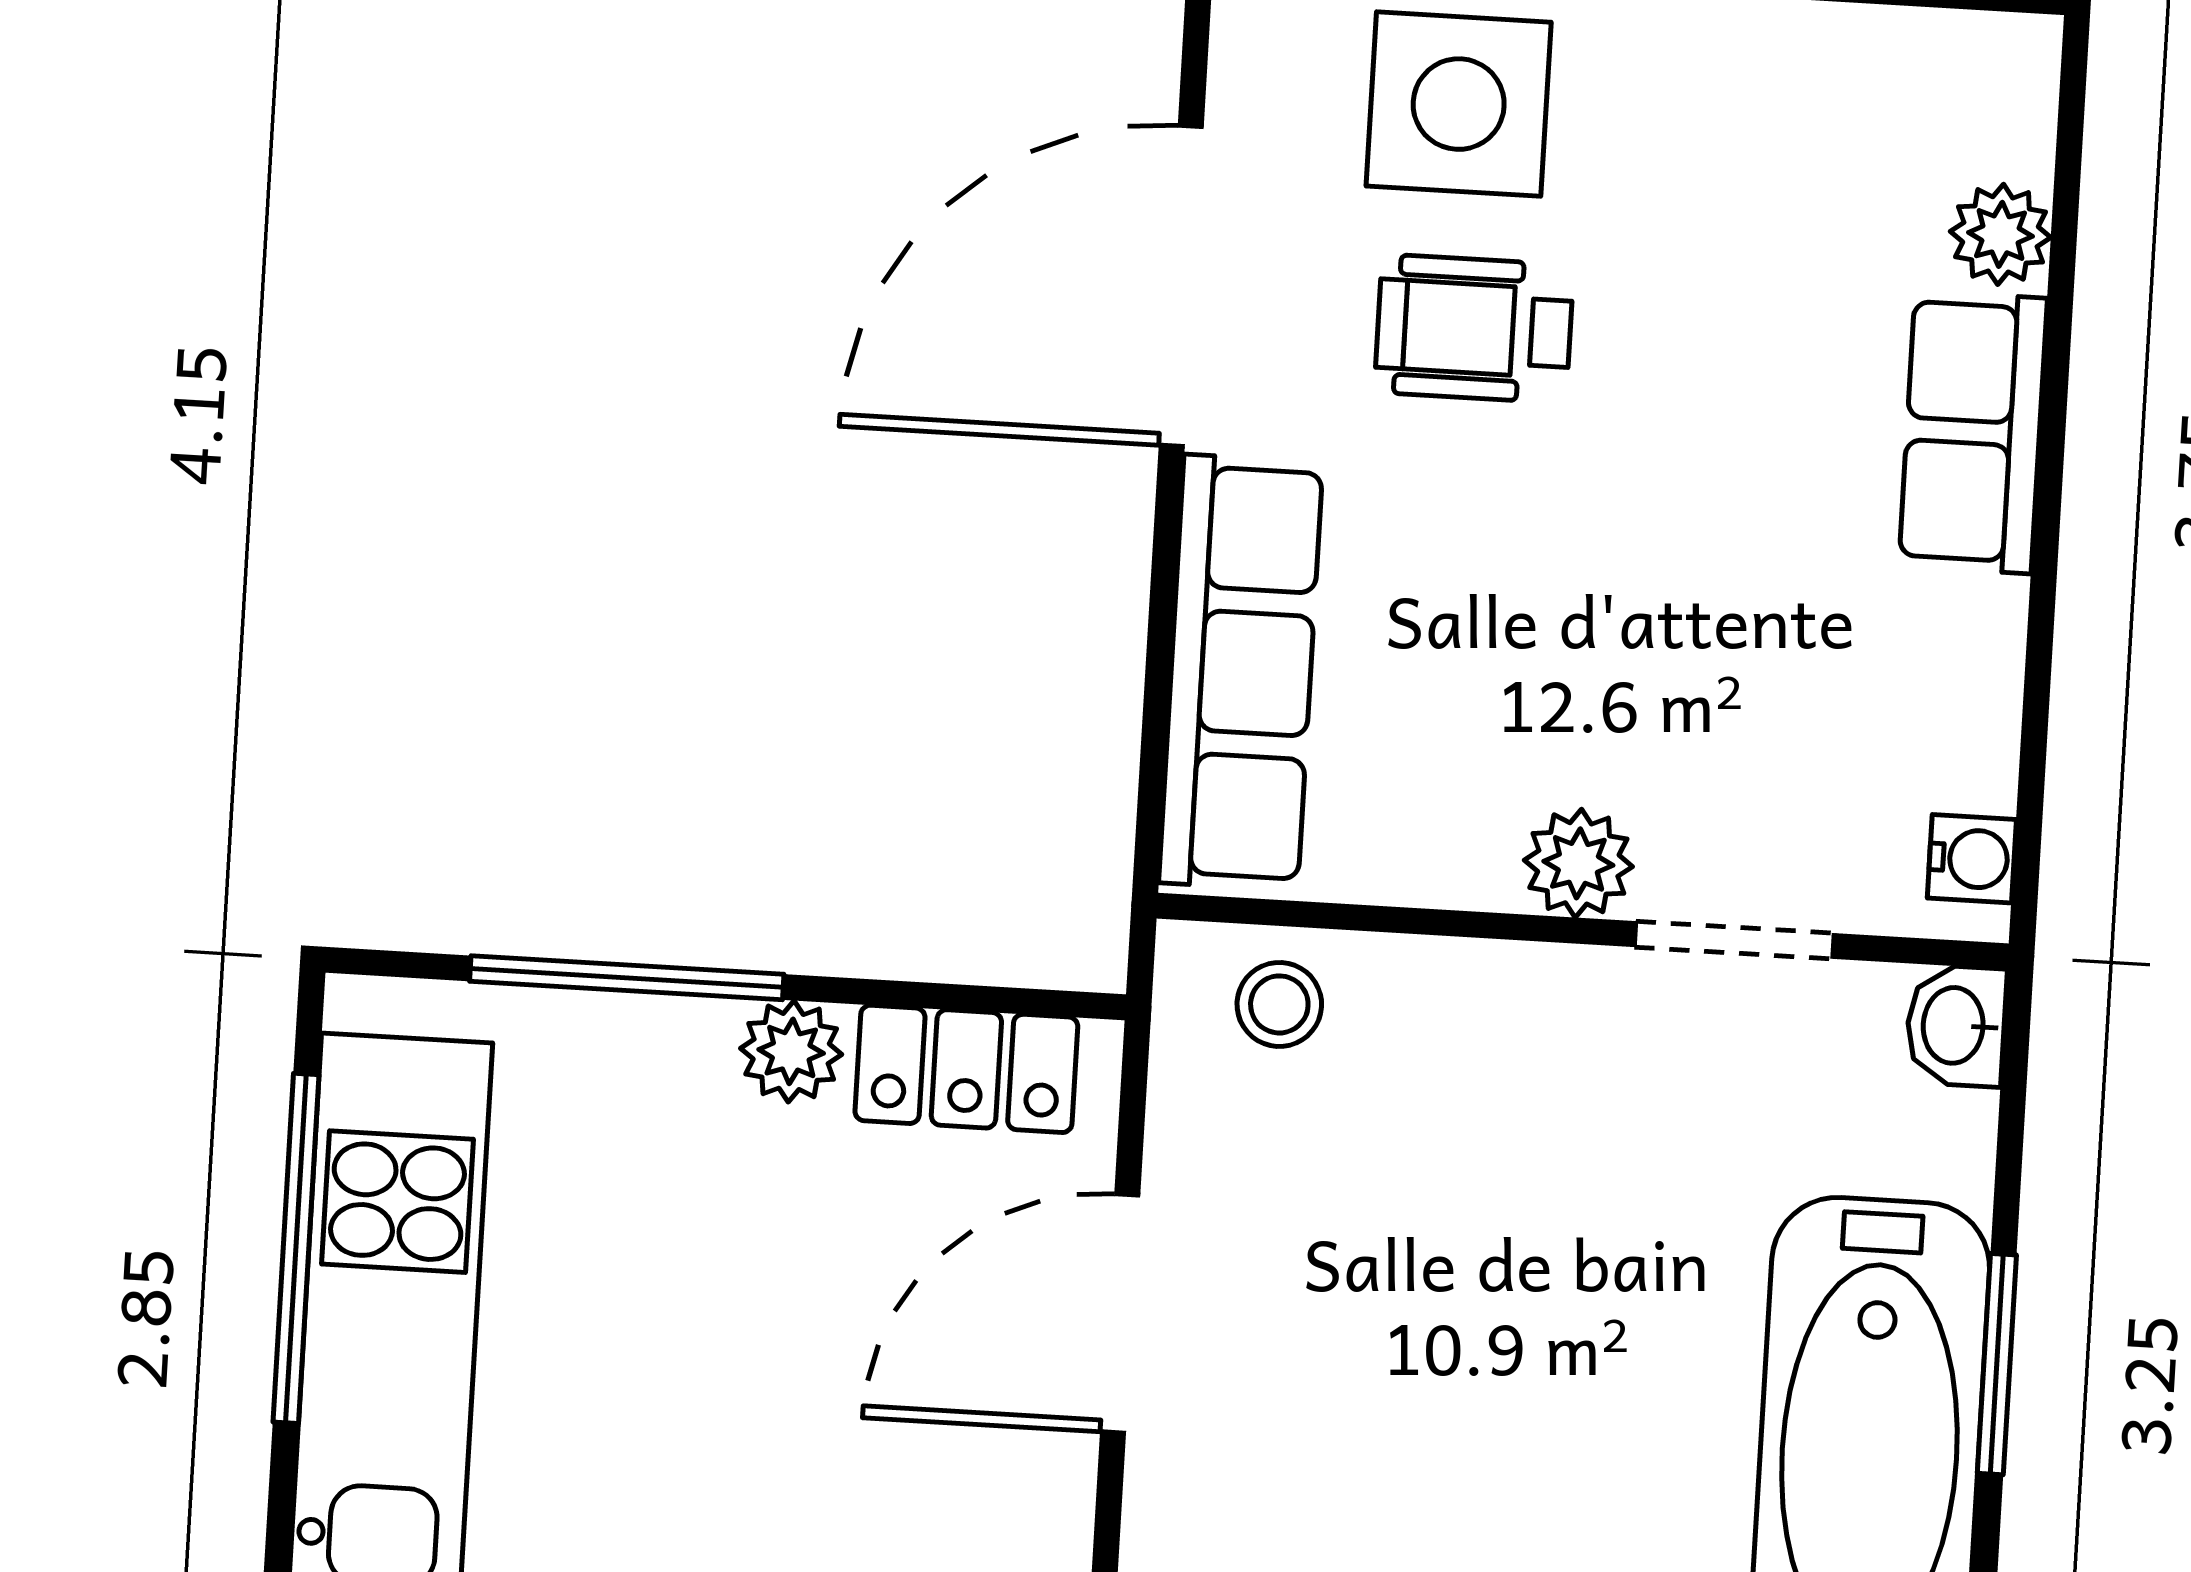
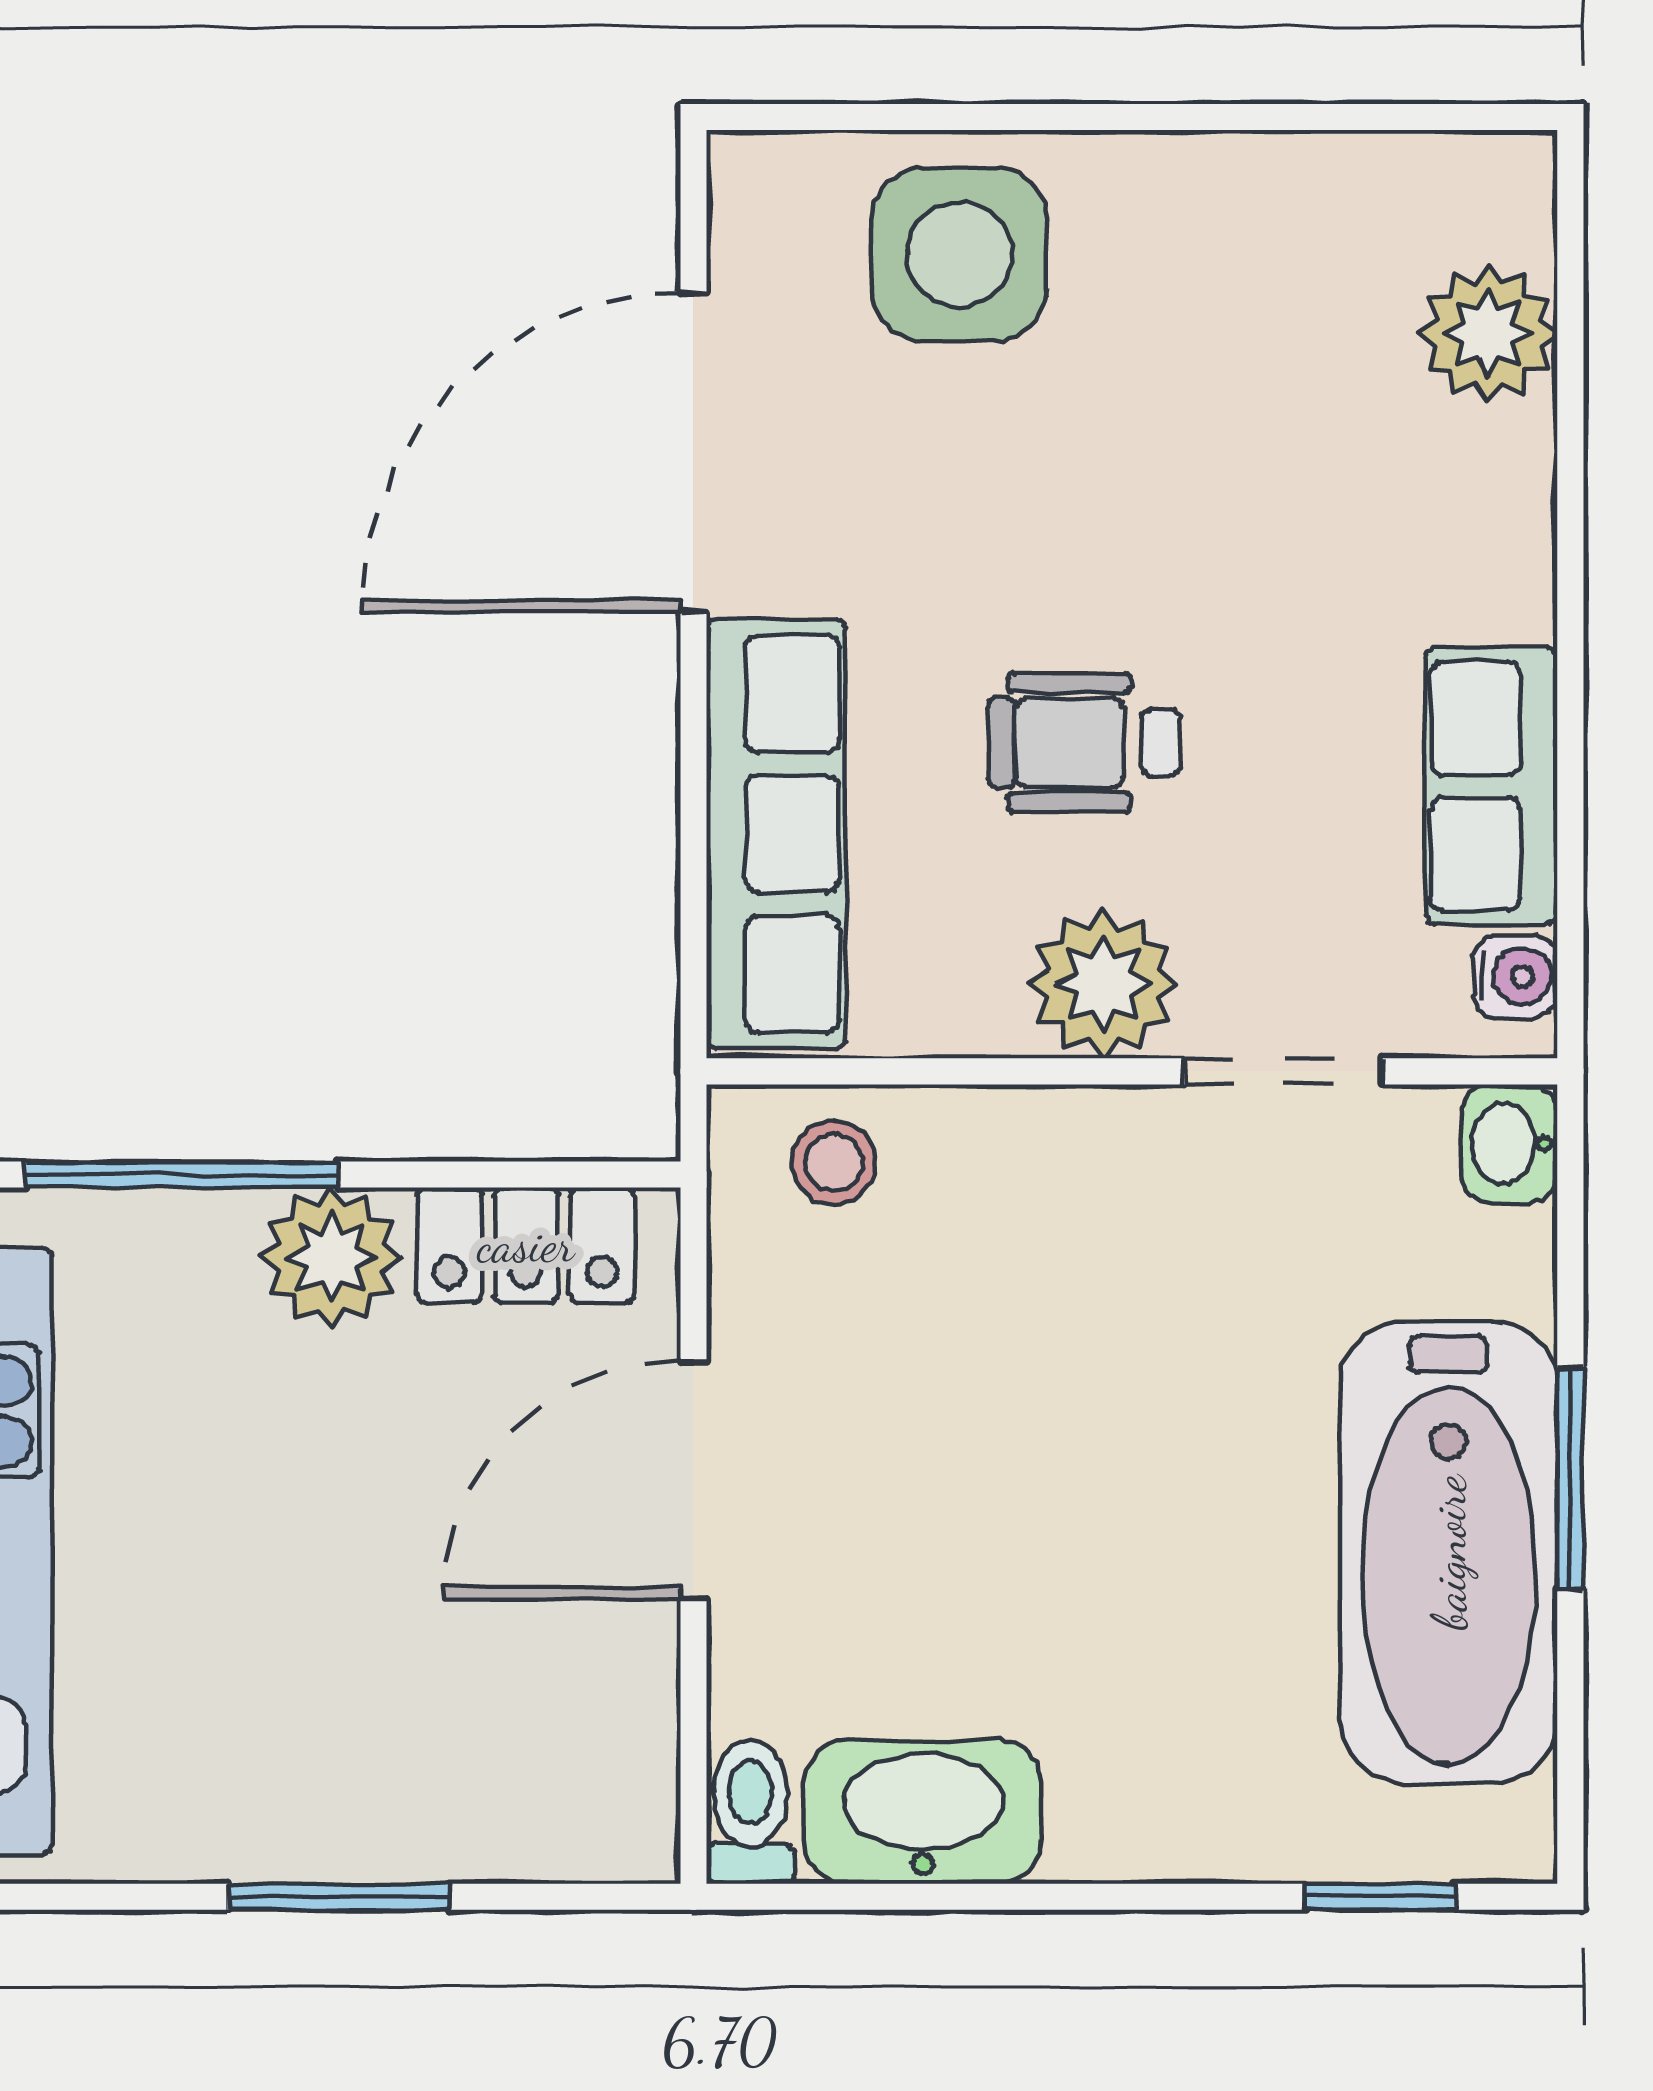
plant: (2001, 234) -> (1488, 333), width x1.38, depth x1.38
wheelchair: (1474, 329) -> (1084, 742), moved
row of seats: (1973, 432) -> (1491, 786), moved
plant: (1578, 863) -> (1103, 984), width x1.38, depth x1.38
plant: (791, 1051) -> (331, 1257), width x1.38, depth x1.38

